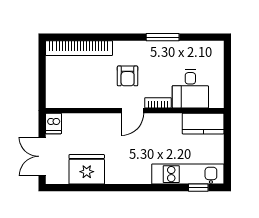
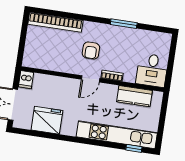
desk: (190, 89) -> (152, 70), moved
kitchen counter: (203, 124) -> (134, 96), moved
kitchen unit: (188, 174) -> (117, 135), width x1.36

